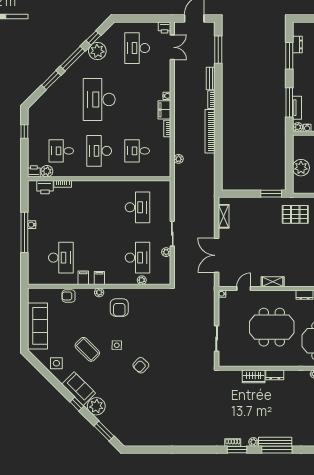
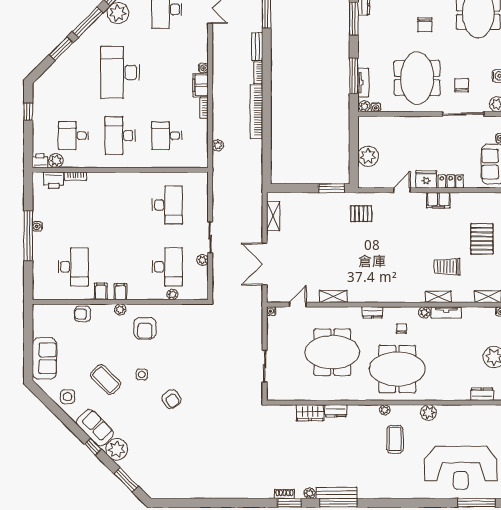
pallet: (295, 214) -> (361, 214), width x0.67, depth x0.71
sofa: (38, 326) -> (44, 358), width x0.73
armchair: (141, 365) -> (171, 399), turned -76

